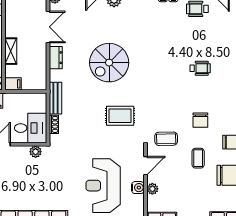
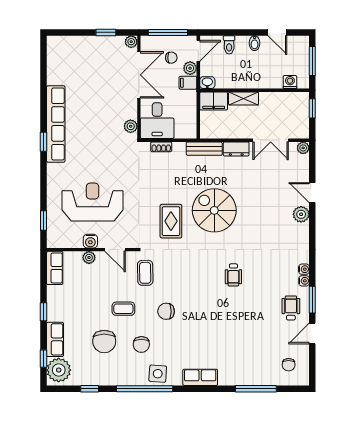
spiral stairs: (109, 63) -> (214, 210), moved
wheelchair: (200, 68) -> (233, 275), moved
filing cabinet: (13, 84) -> (214, 101), width x2.00
bench: (55, 98) -> (204, 149), moved

